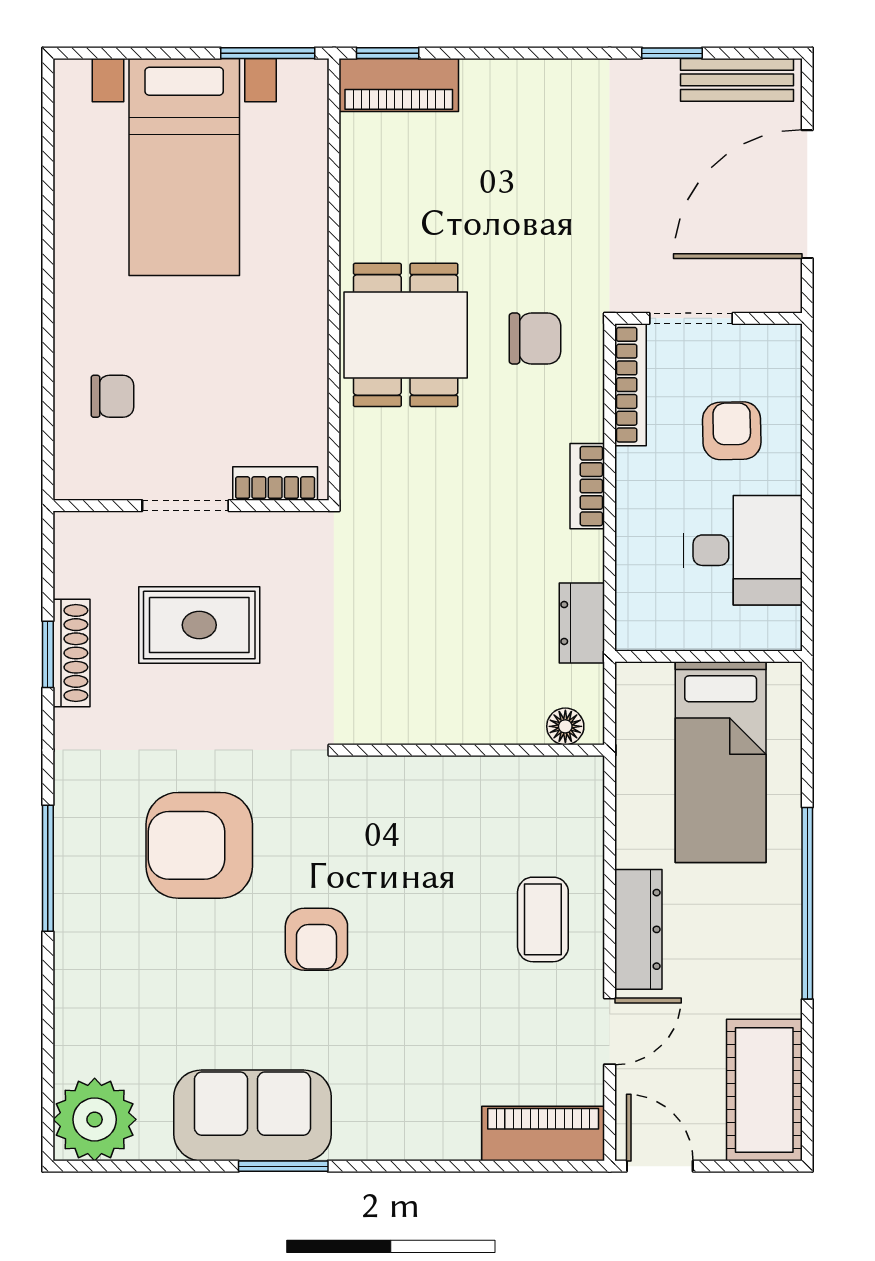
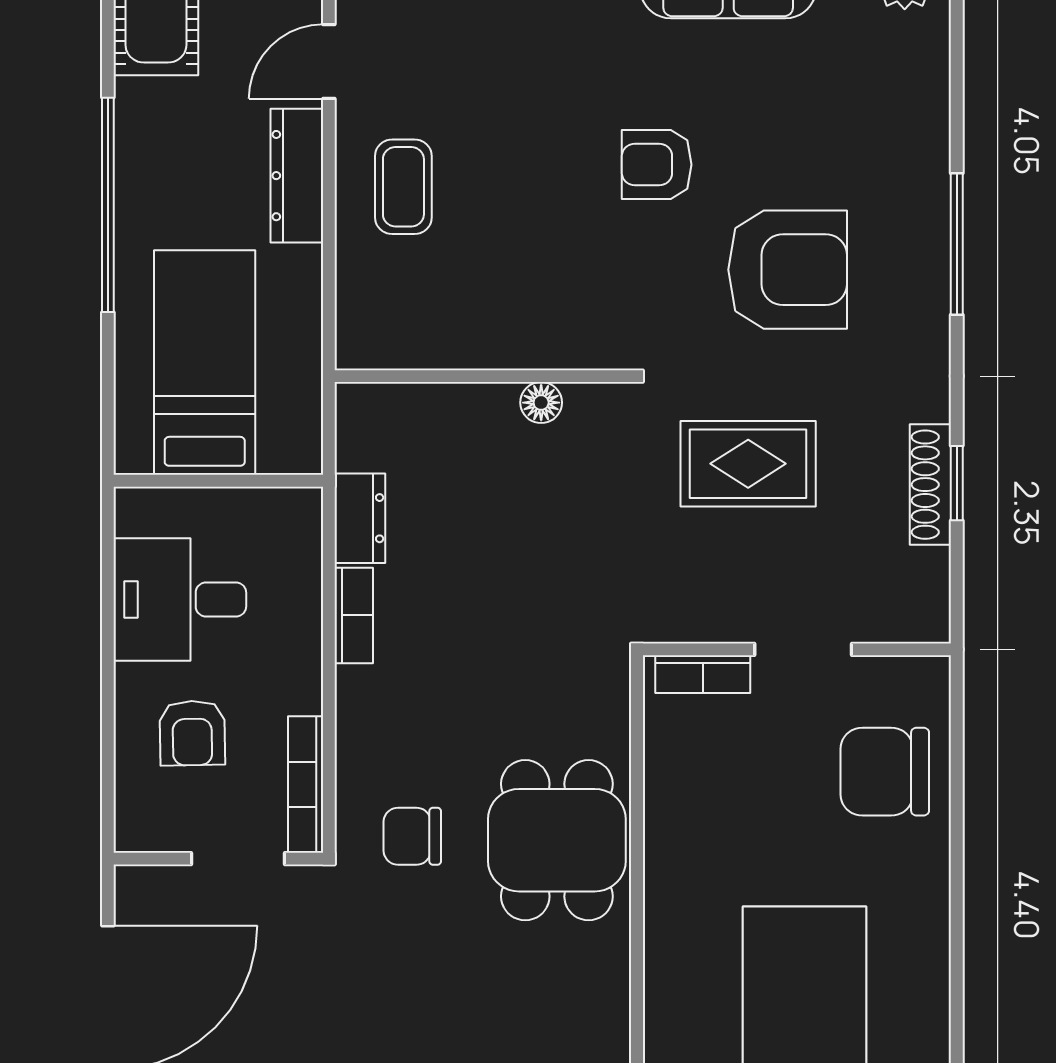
chair: (112, 396) -> (885, 772), width x1.87, depth x1.87
bookcase: (587, 486) -> (354, 615), moved
rug: (199, 625) -> (748, 464), moved
floor lamp: (565, 726) -> (541, 403), moved
armchair: (316, 939) -> (657, 165), turned -90

